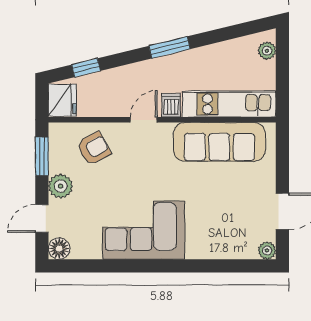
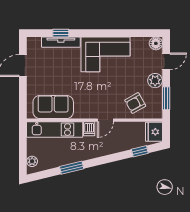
window: (170, 47) -> (72, 168), moved
sofa: (219, 142) -> (53, 107), width x0.73
tv unit: (219, 251) -> (61, 42), added
plant: (267, 251) -> (32, 42), removed
window: (219, 266) -> (61, 33), added

